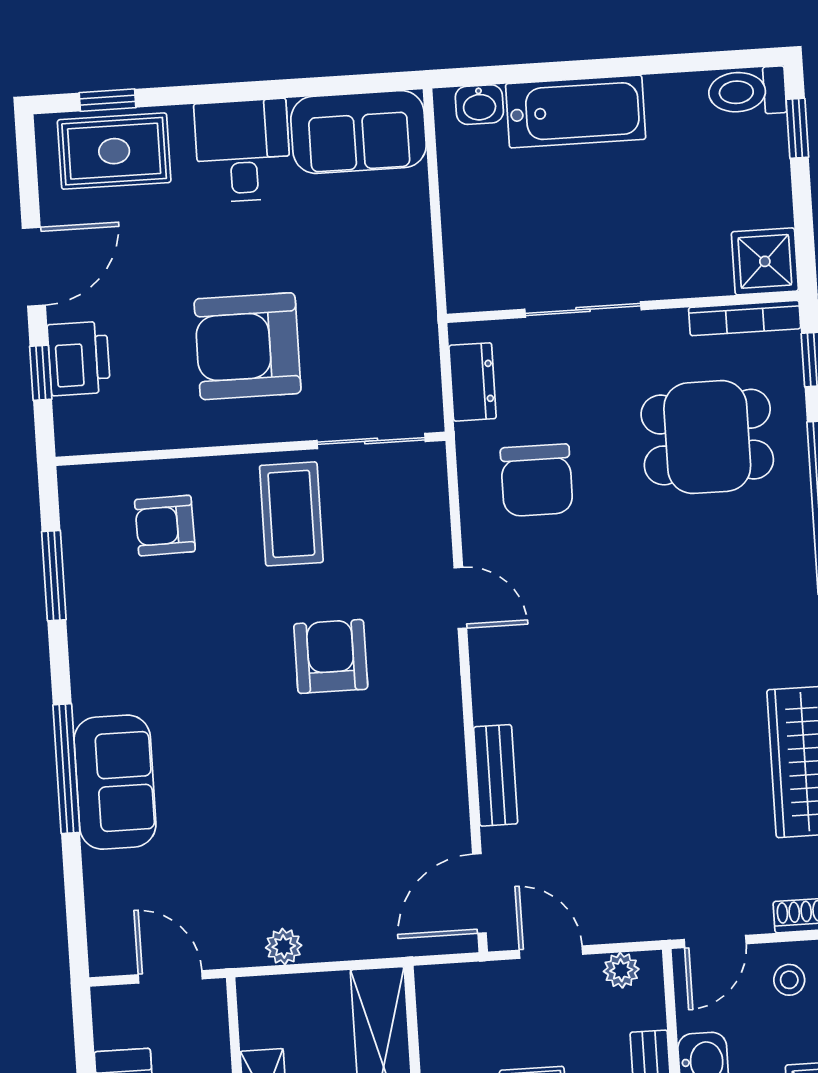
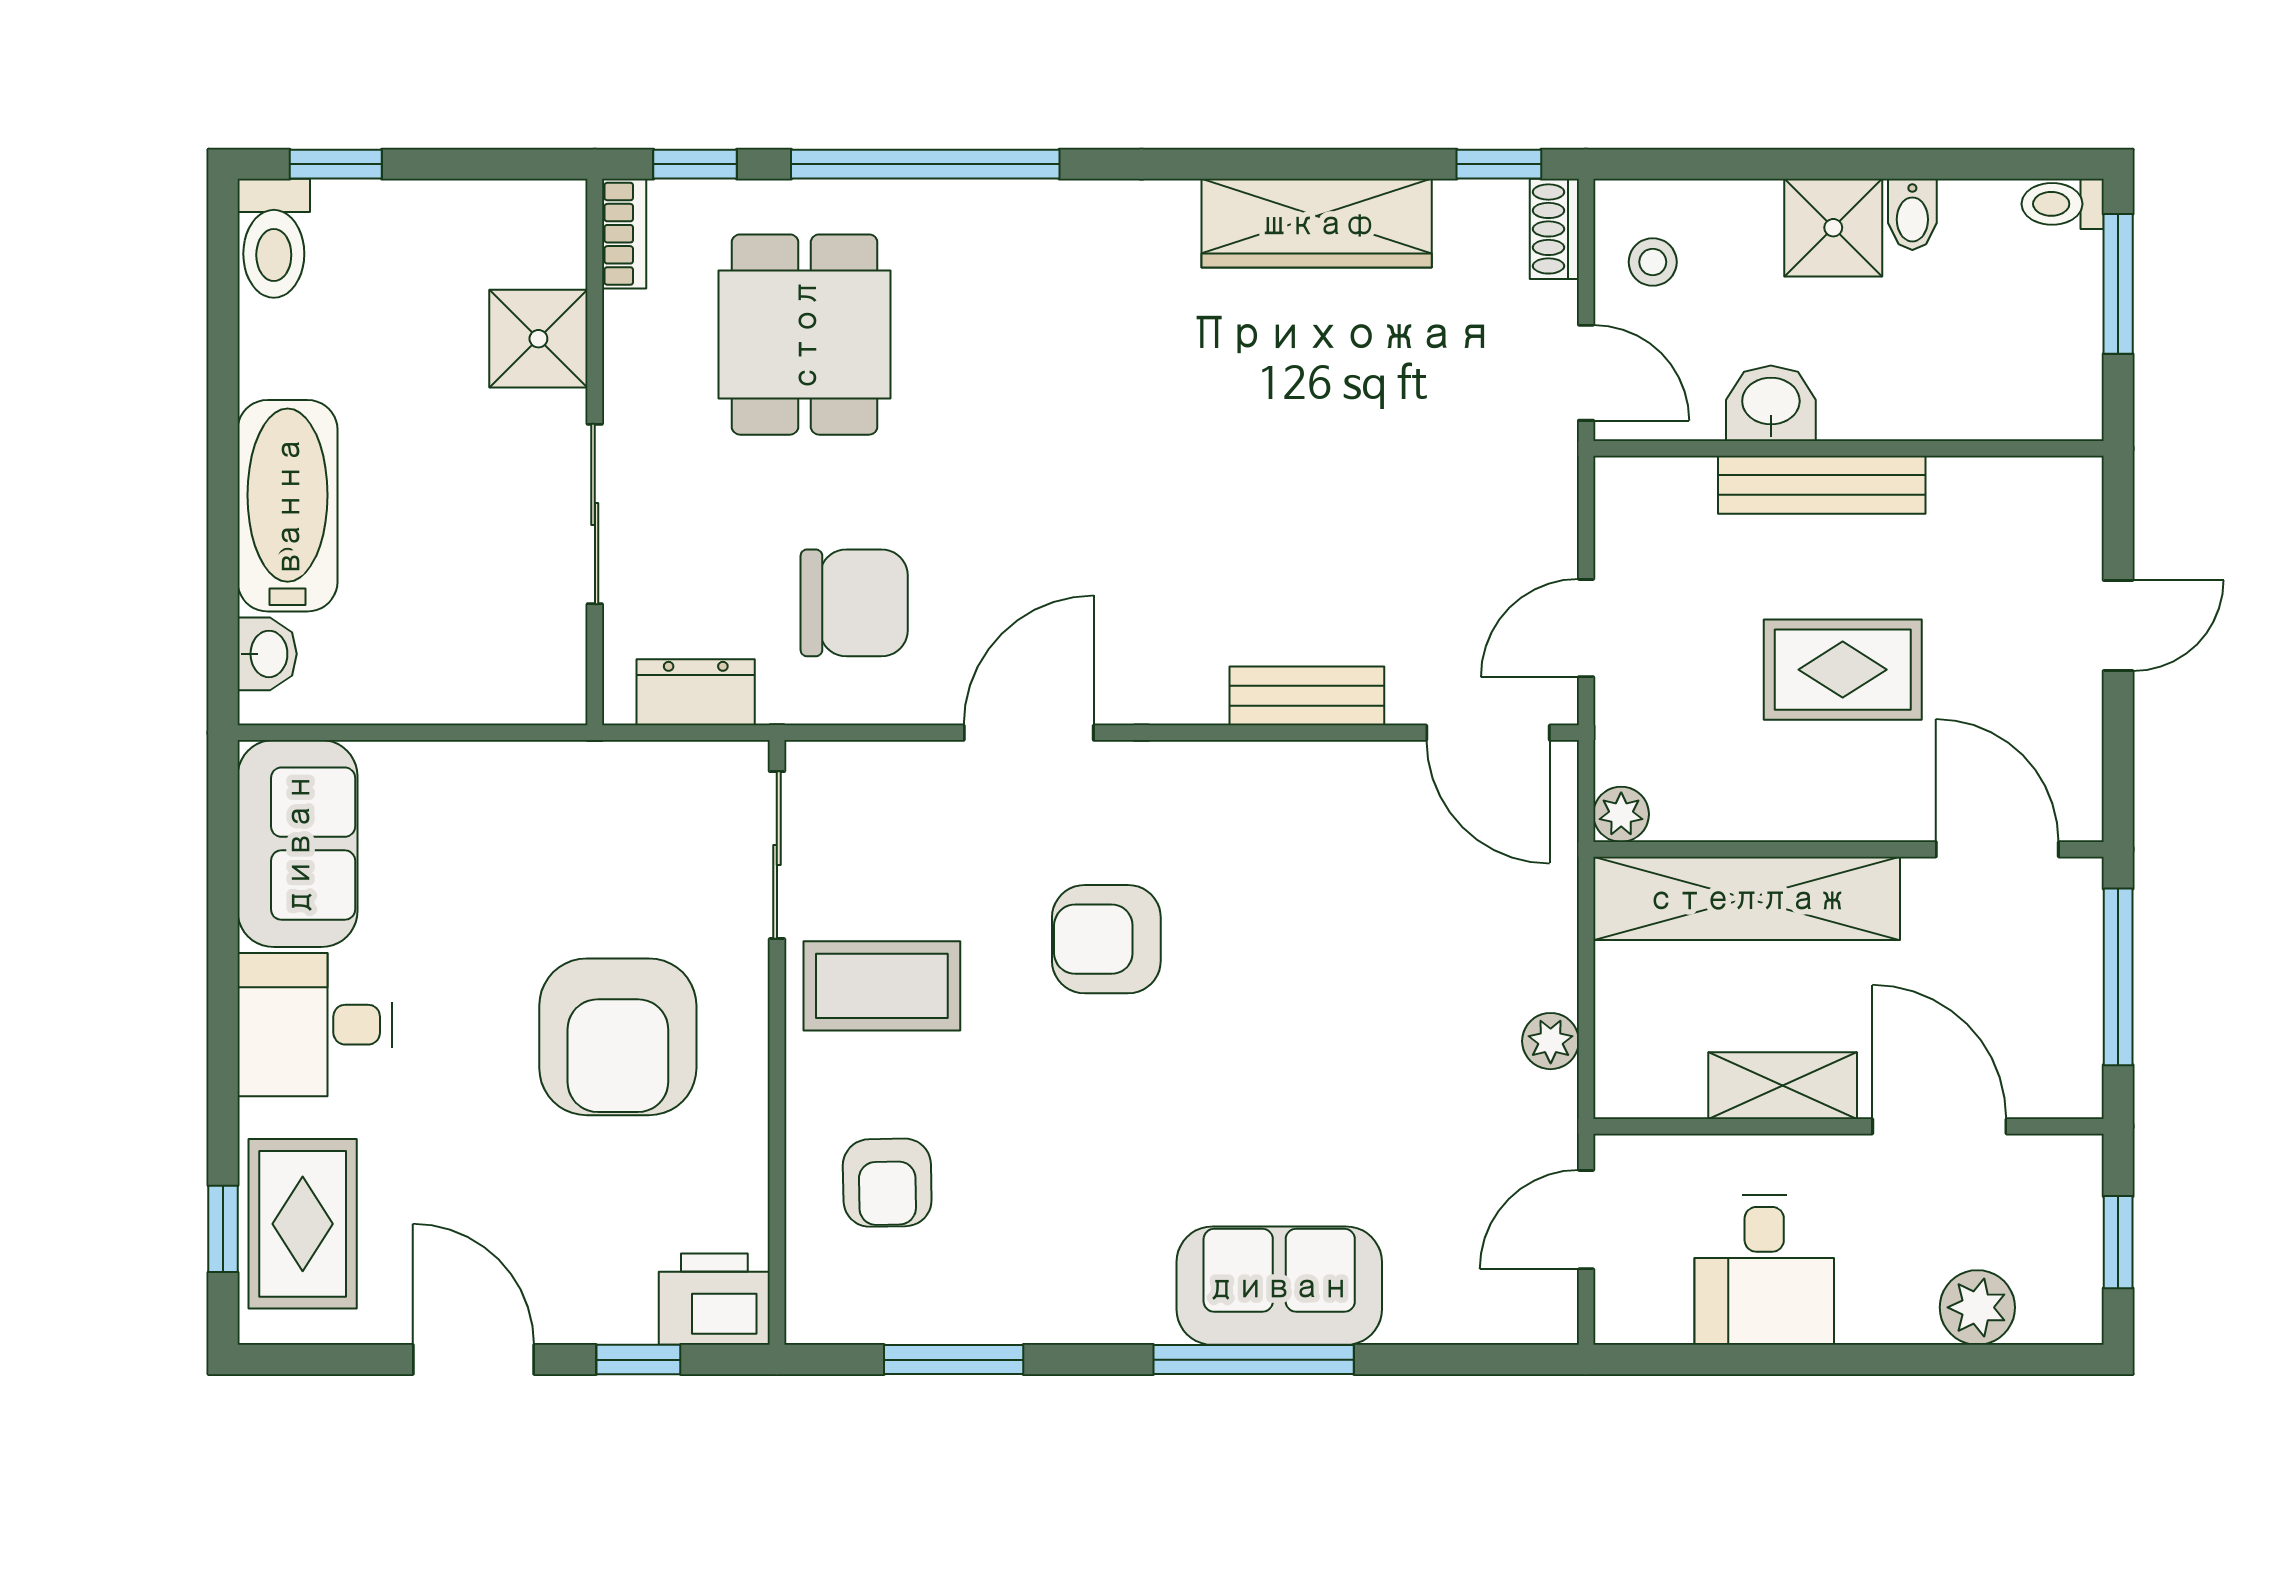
shower: (765, 261) -> (538, 339), moved
bookcase: (745, 318) -> (624, 234), width x0.64
printer: (79, 358) -> (714, 1299), moved
door: (460, 598) -> (1029, 733), width x1.38
plant: (621, 970) -> (1621, 814), moved

